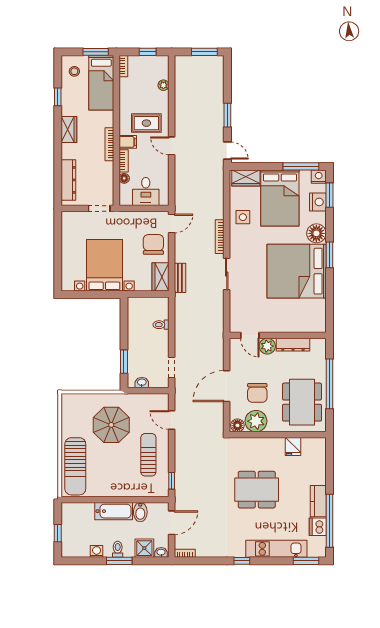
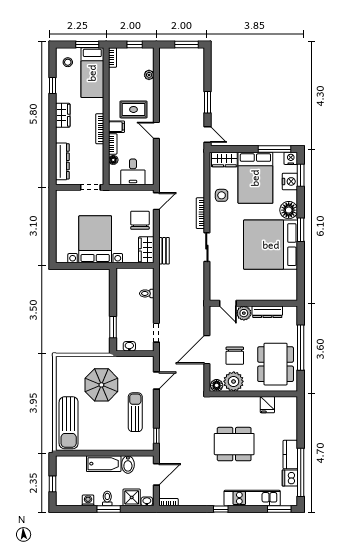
door: (172, 420) -> (156, 381), swing flipped

